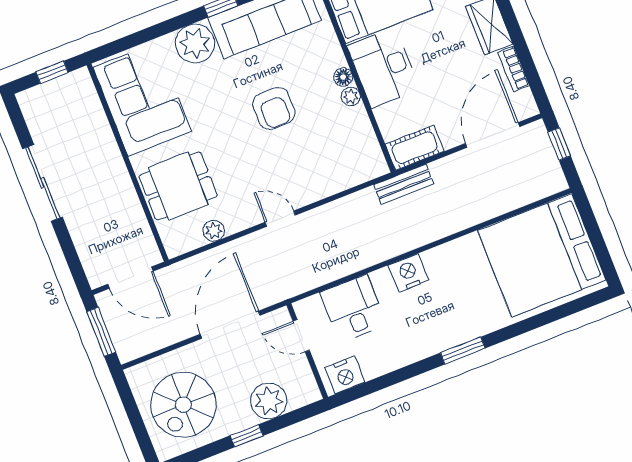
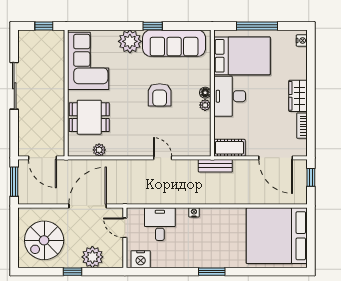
door: (492, 135) -> (276, 158), swing flipped
door: (280, 219) -> (163, 158), moved
nightstand: (408, 273) -> (194, 212), width x0.53, depth x0.56

